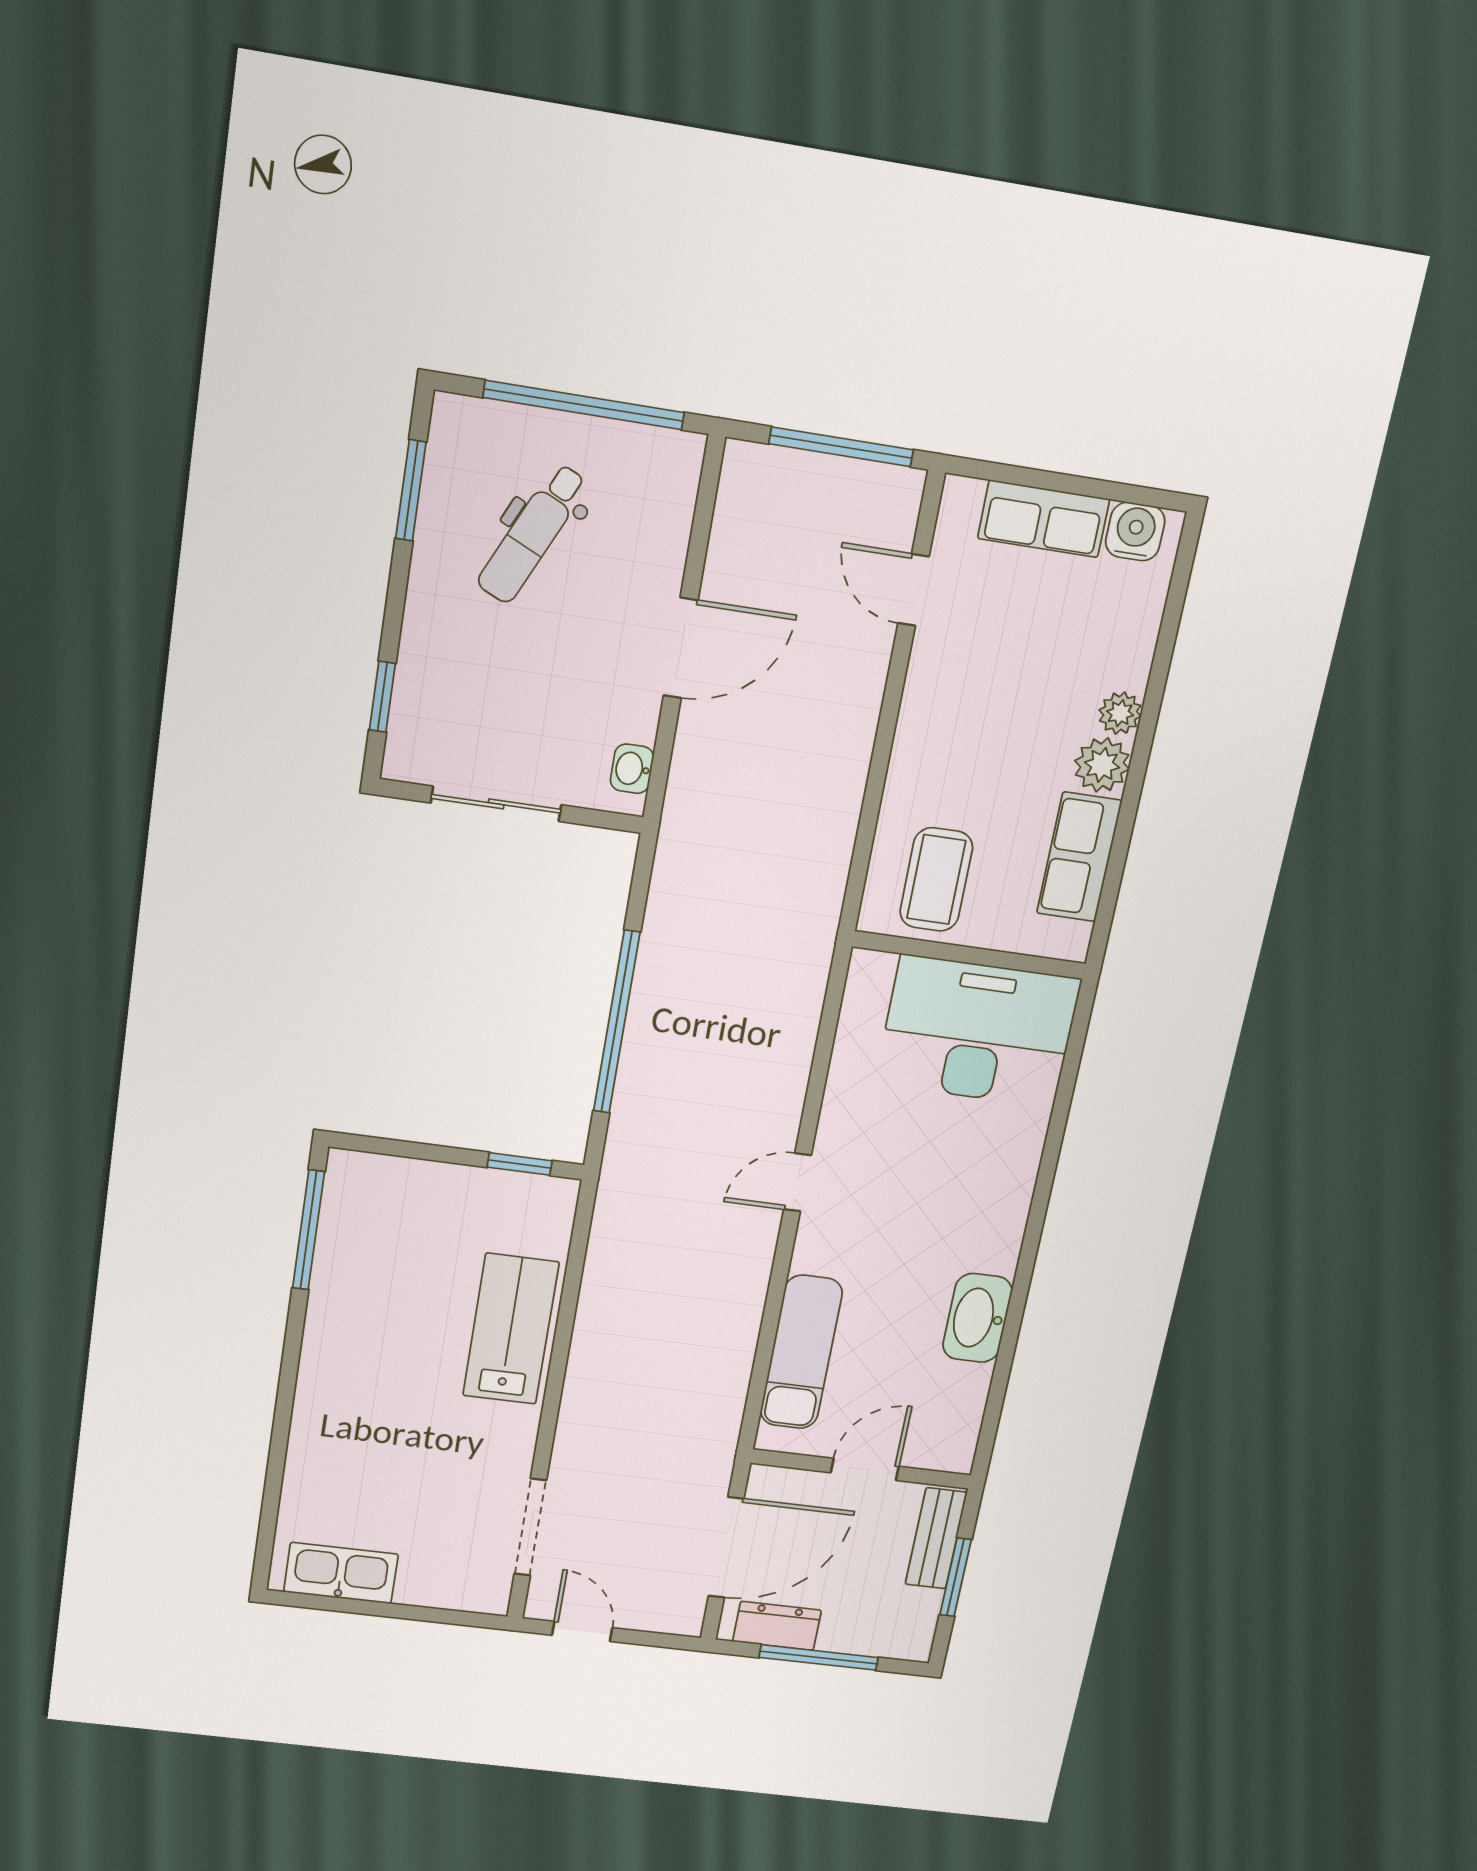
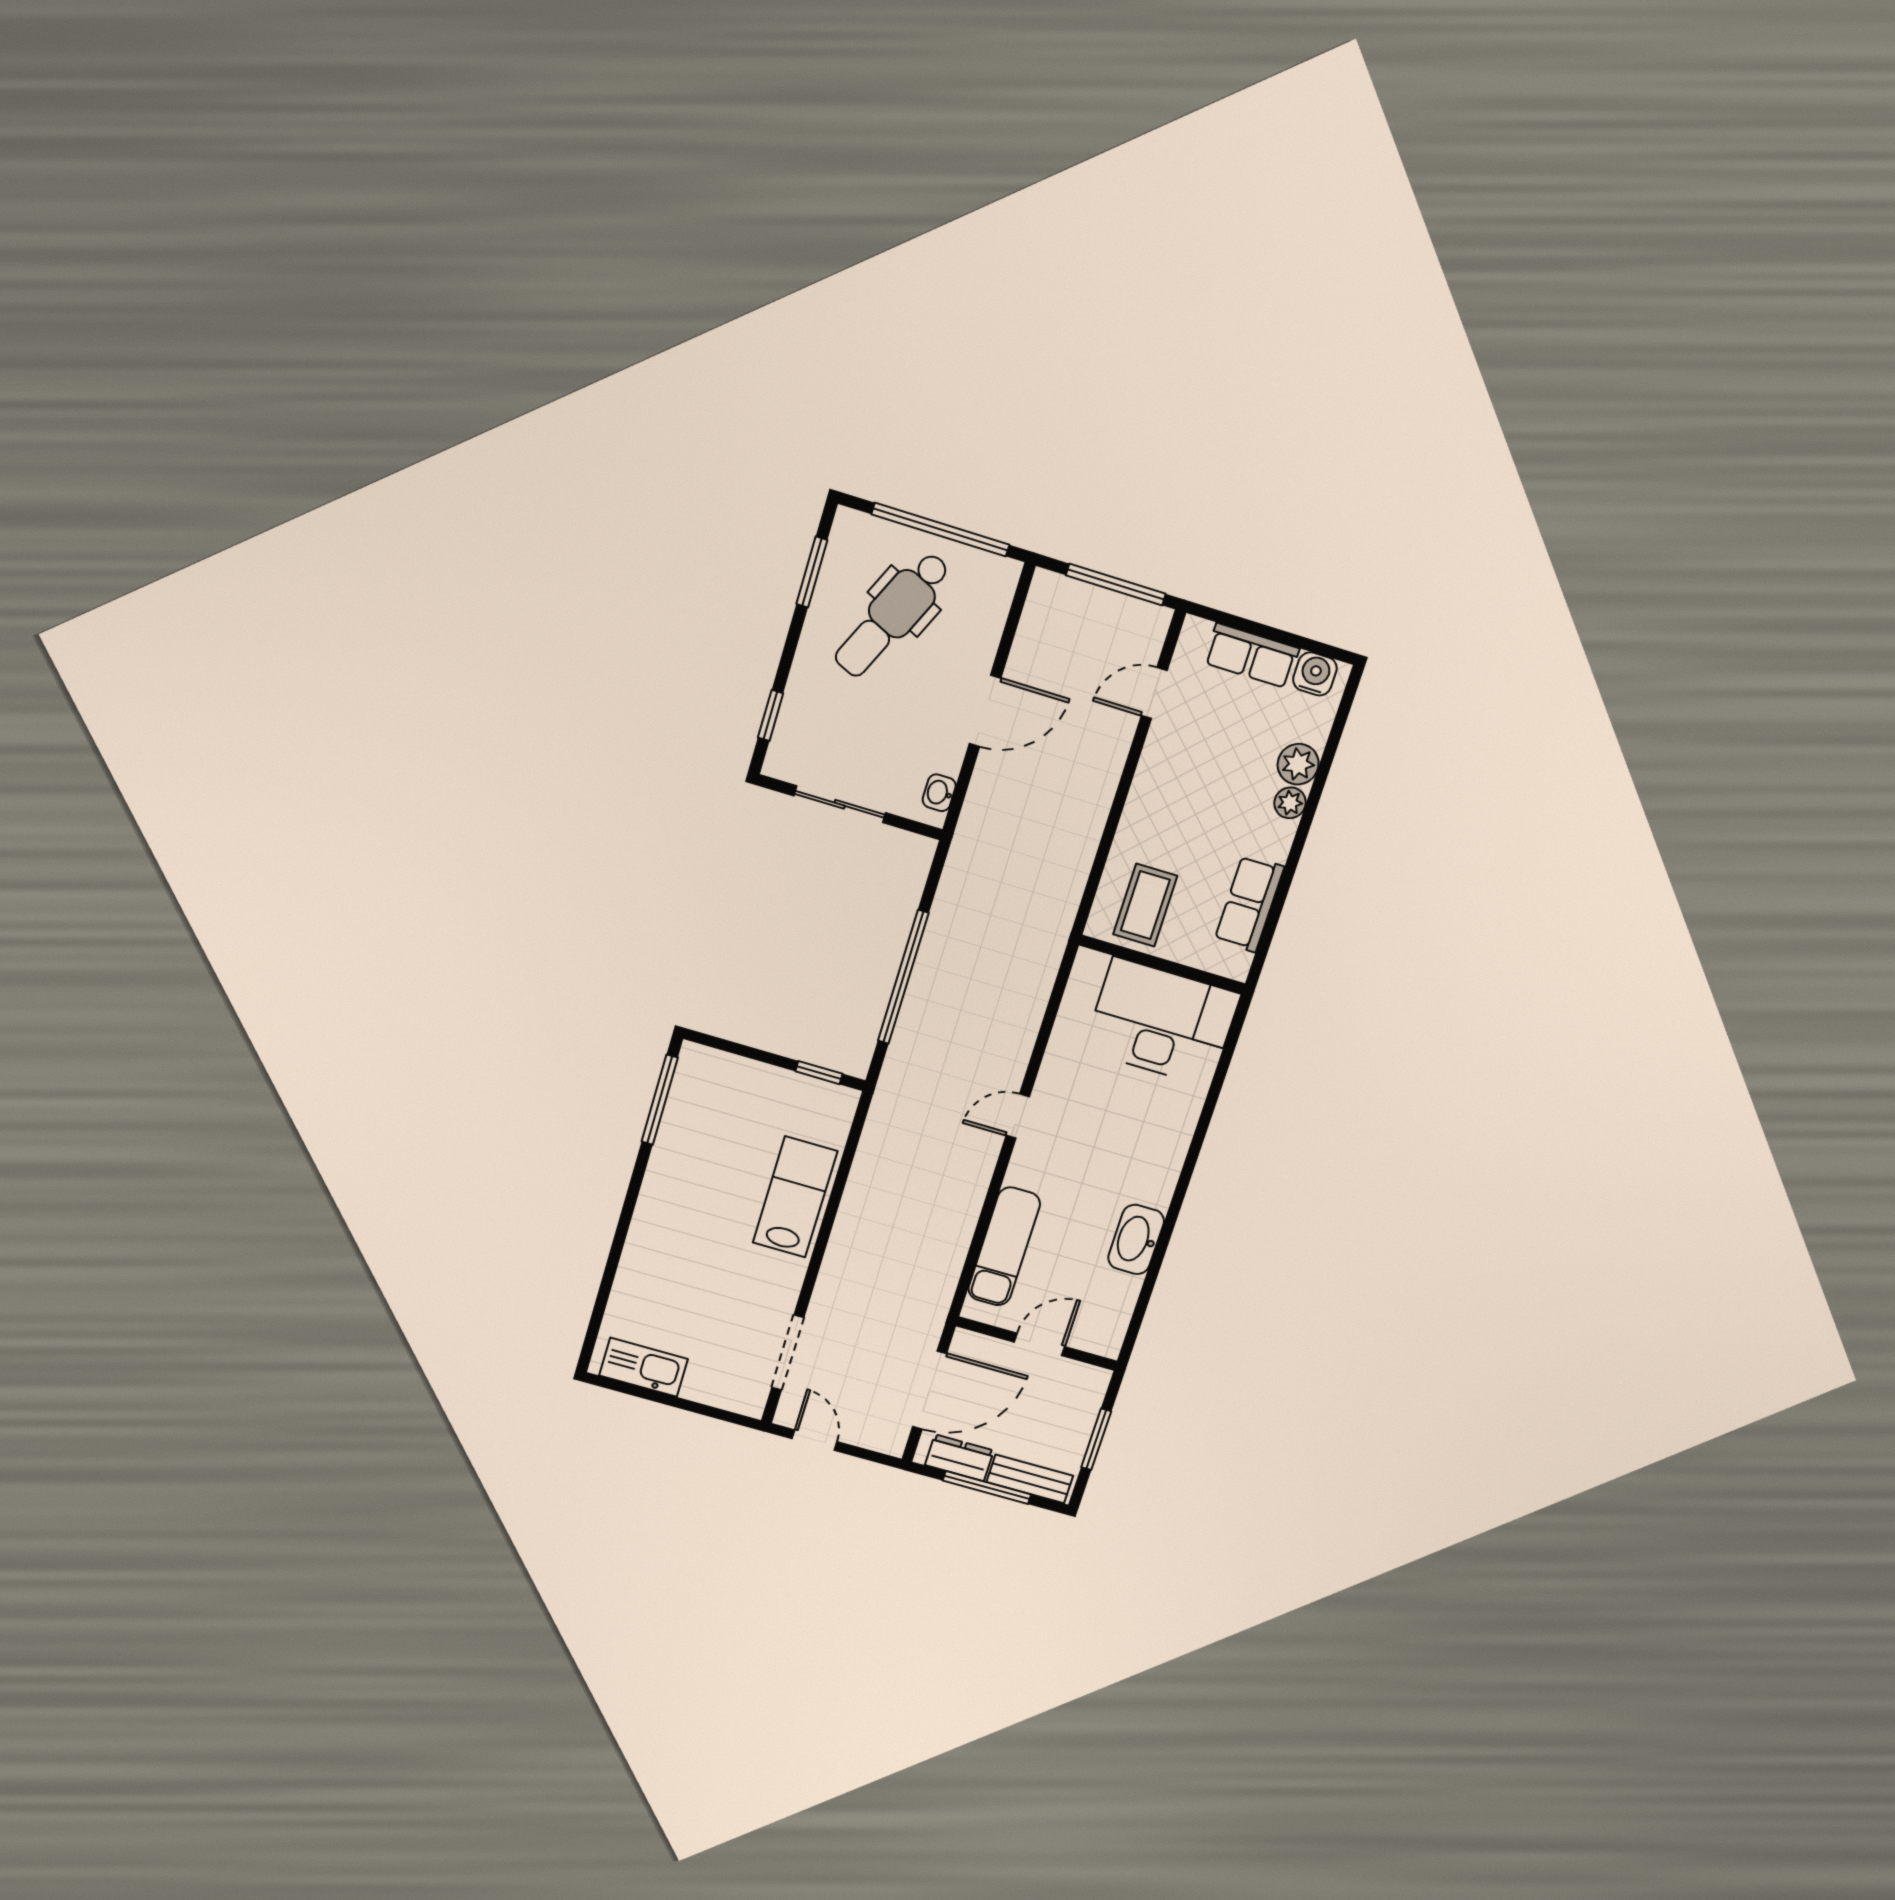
dental chair: (532, 534) -> (892, 615), width x1.36, depth x1.38
door: (914, 590) -> (1154, 693), hinge flipped
plant: (1102, 765) -> (1298, 764), moved
bench: (936, 1538) -> (1030, 1479), moved, turned 90

